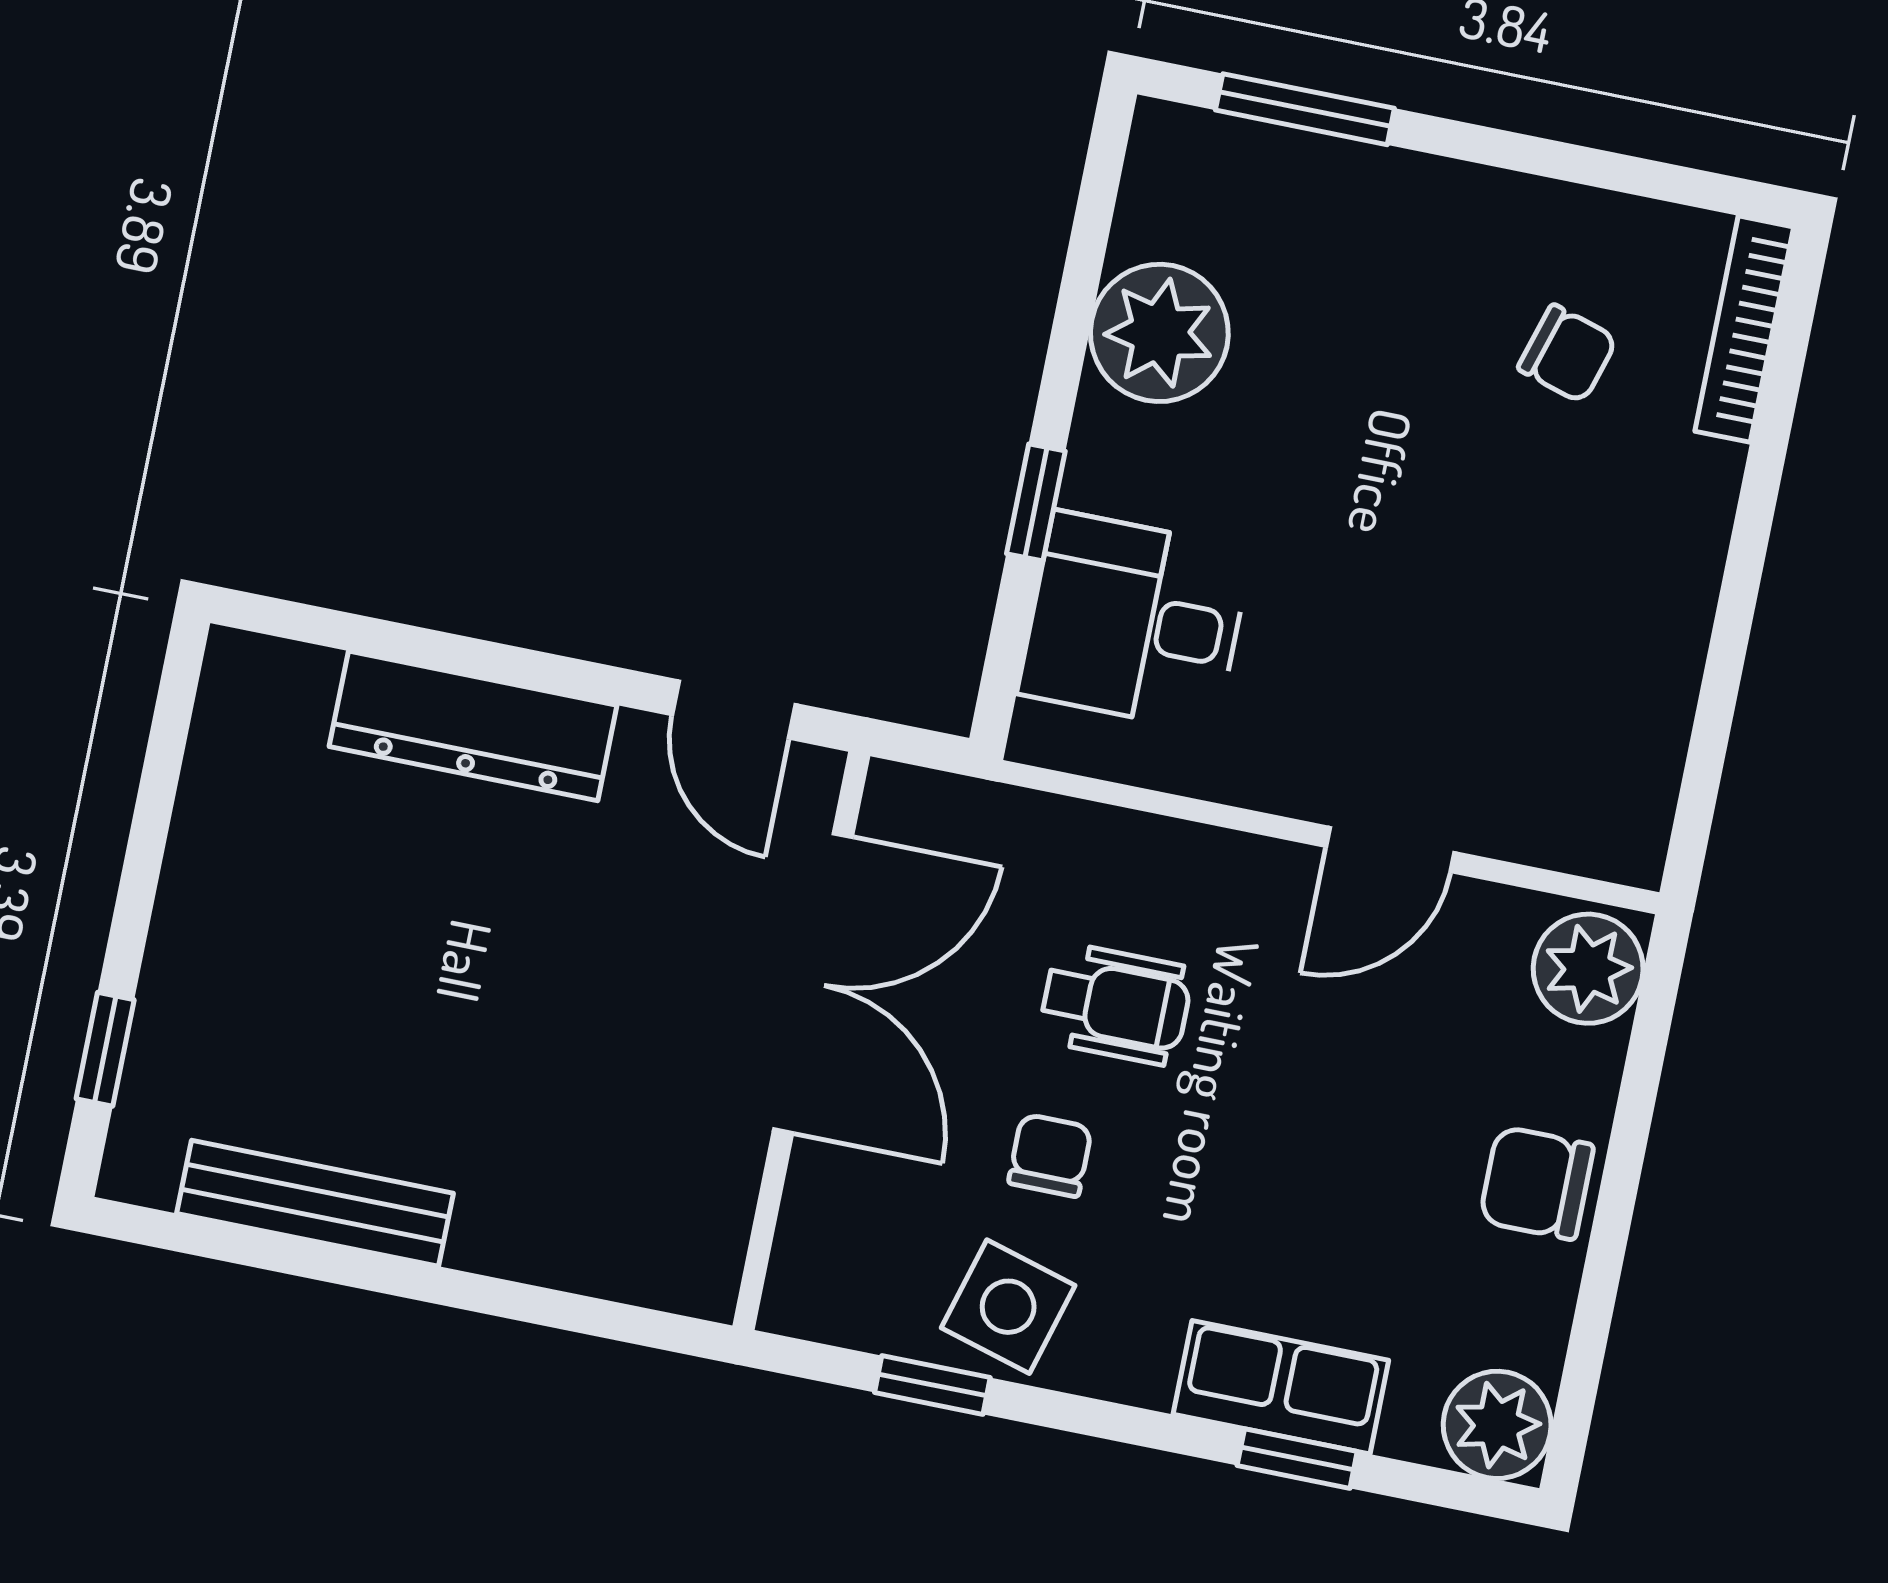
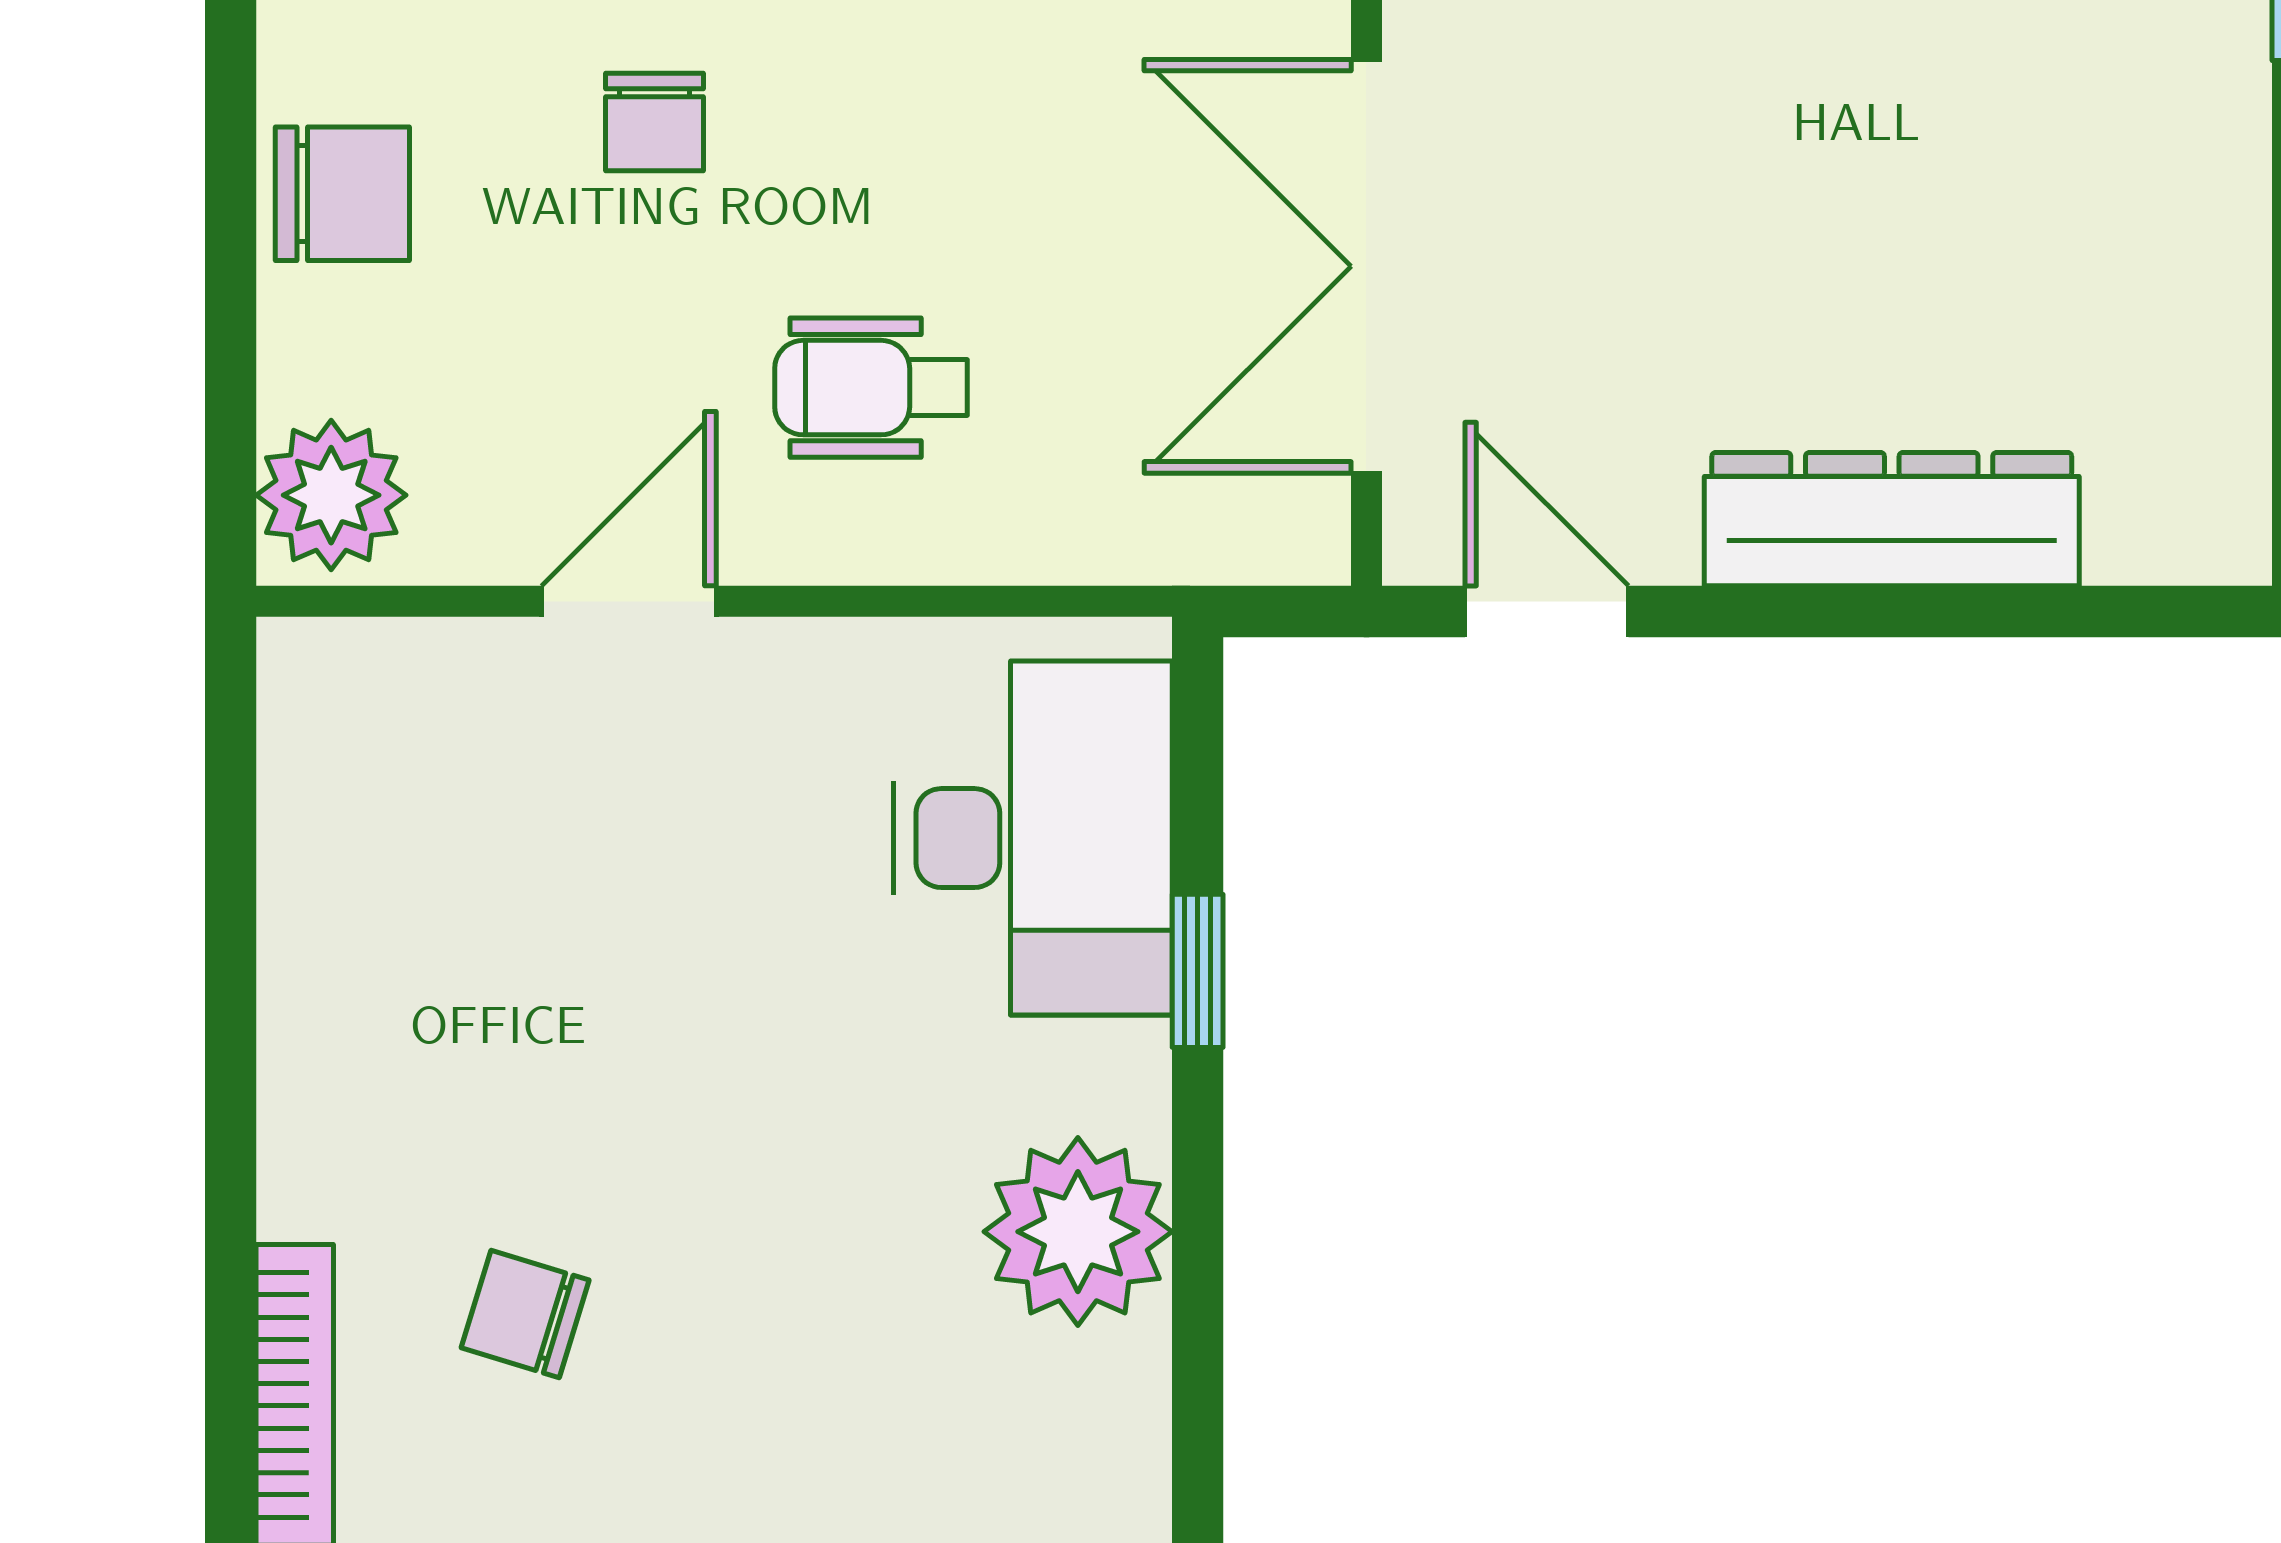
desk: (1135, 621) -> (1033, 838), width x1.37
wheelchair: (1116, 1004) -> (871, 388), moved
chair: (1050, 1155) -> (655, 122), moved

